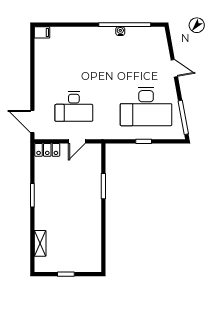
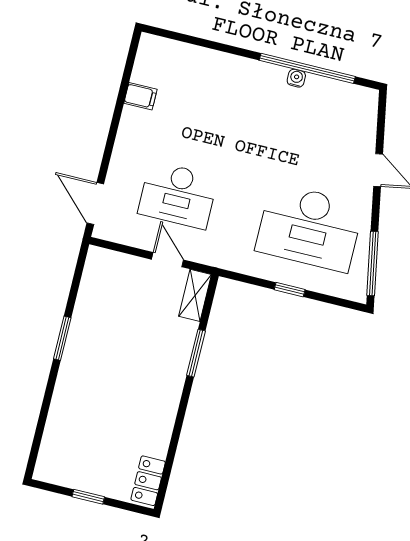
filing cabinet: (42, 32) -> (140, 96), moved
door: (77, 141) -> (167, 260), swing flipped
locker: (47, 150) -> (148, 481), moved, turned 90
shelving: (40, 243) -> (195, 295), moved

